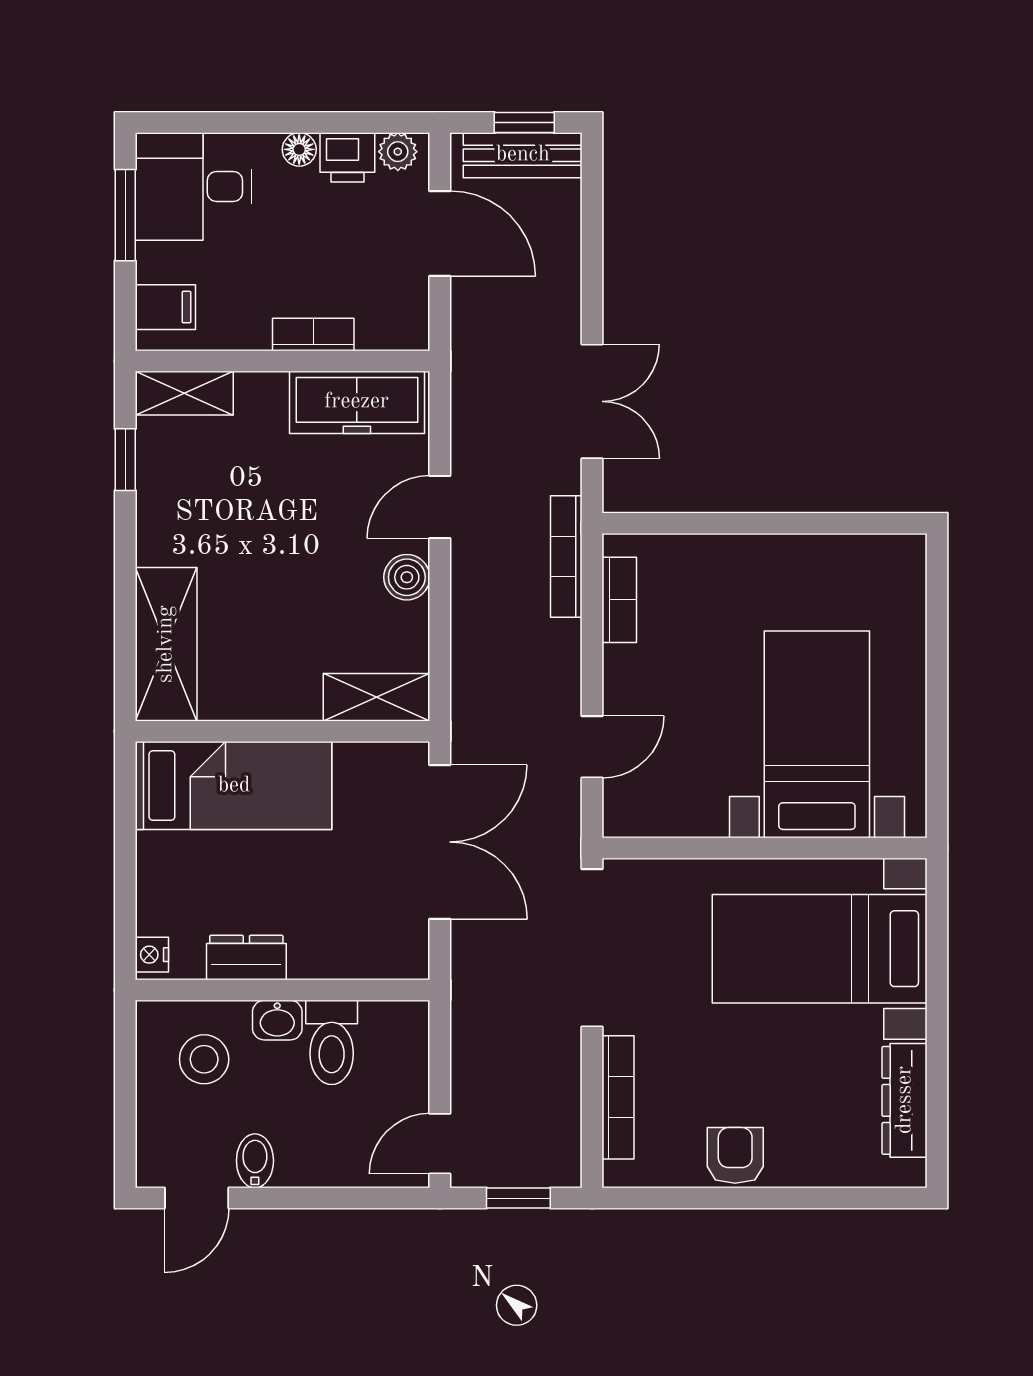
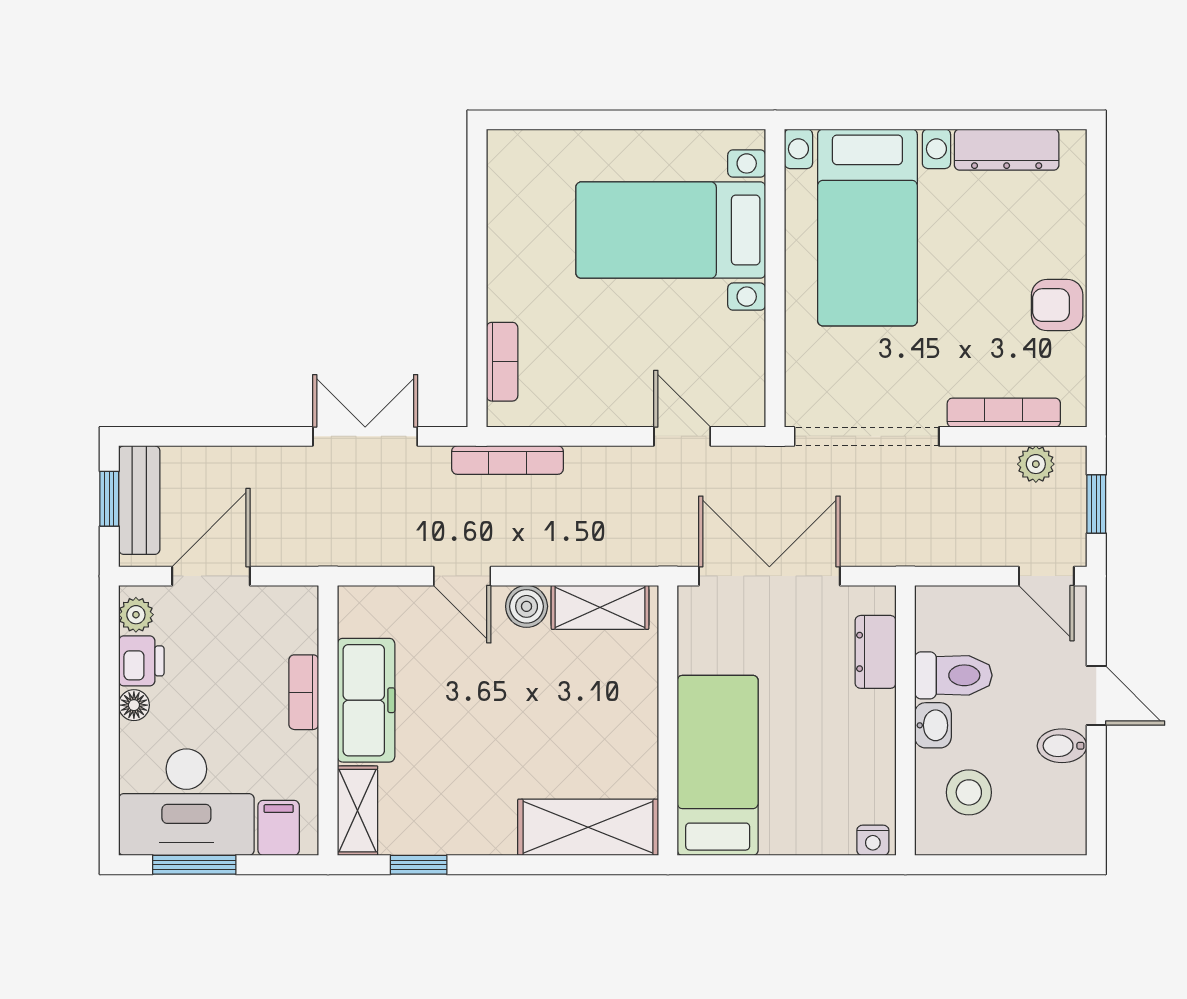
desk: (194, 186) -> (186, 802), width x1.37
freezer: (357, 402) -> (366, 700), moved
bookcase: (619, 600) -> (502, 362), moved, turned 90
shelving: (376, 697) -> (600, 607), moved, turned 90
dresser: (246, 958) -> (876, 652), moved
plant: (562, 1132) -> (1036, 464), added
door: (197, 1198) -> (1096, 696), moved

